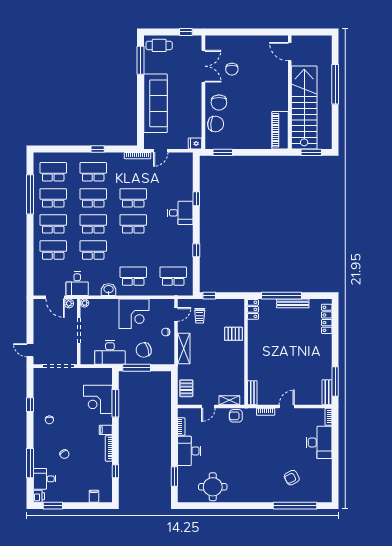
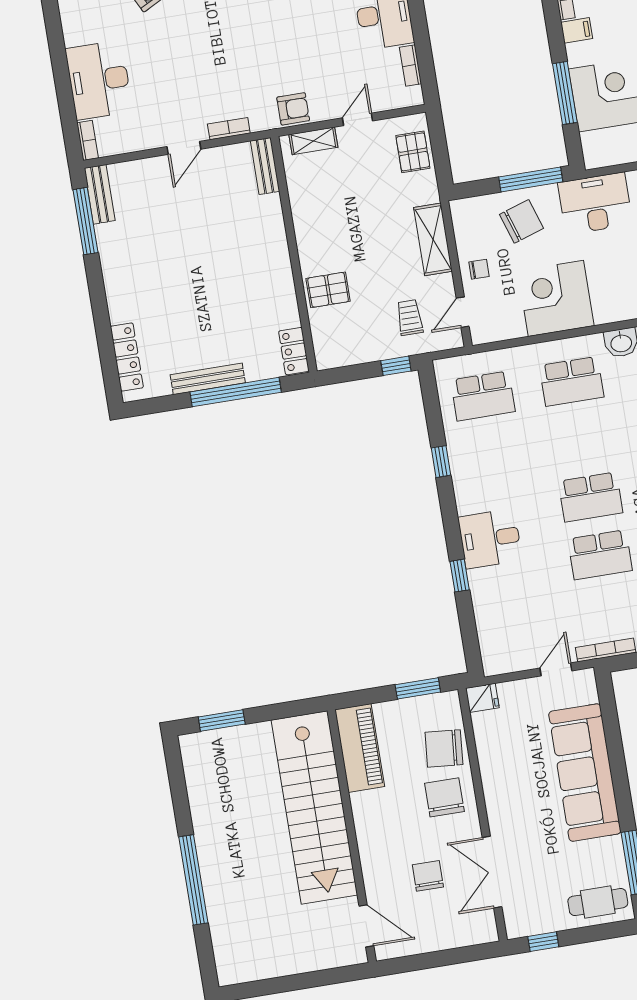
door: (290, 52) -> (366, 926), moved
wall: (290, 92) -> (352, 836), moved
stairs: (304, 107) -> (314, 807), moved
piano: (280, 130) -> (360, 748), moved

